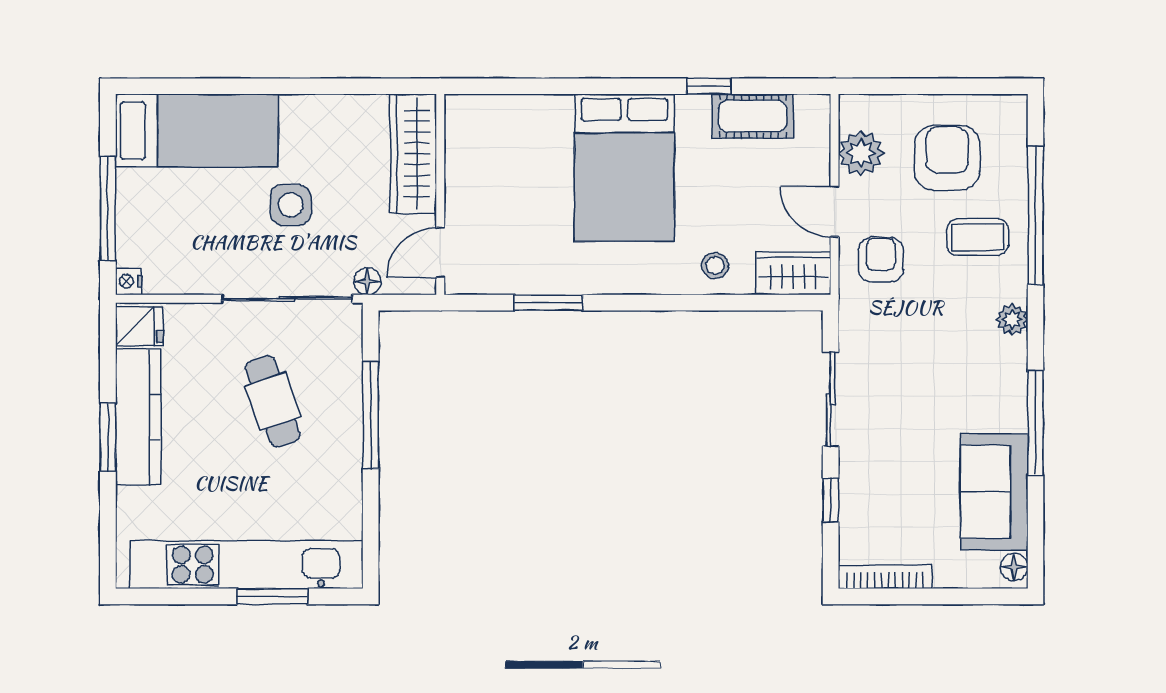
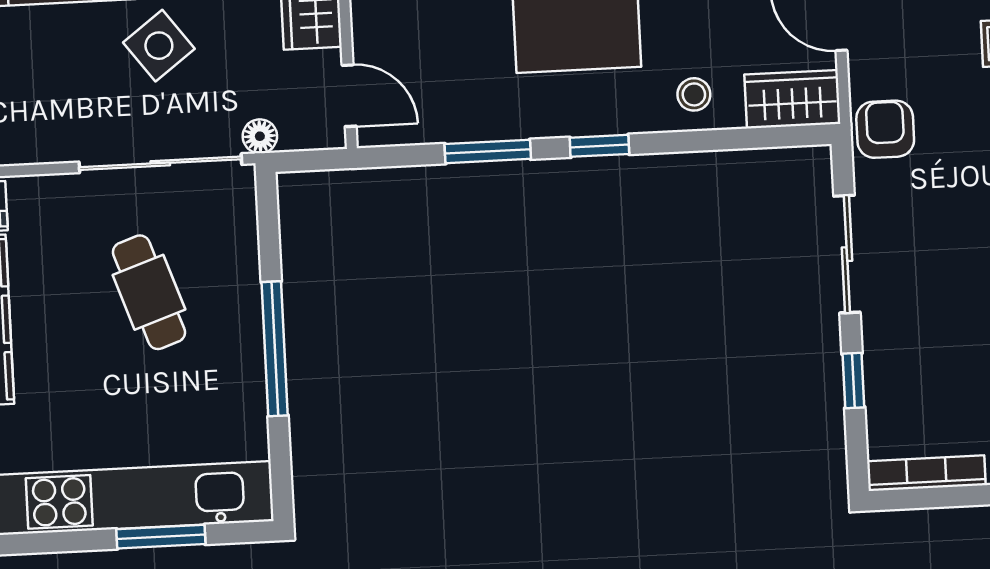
side table: (291, 205) -> (159, 46), turned -37
door: (440, 253) -> (349, 96), swing flipped
armchair: (881, 260) -> (885, 129), moved
window: (638, 303) -> (599, 146), added
window: (371, 415) -> (275, 349), moved

